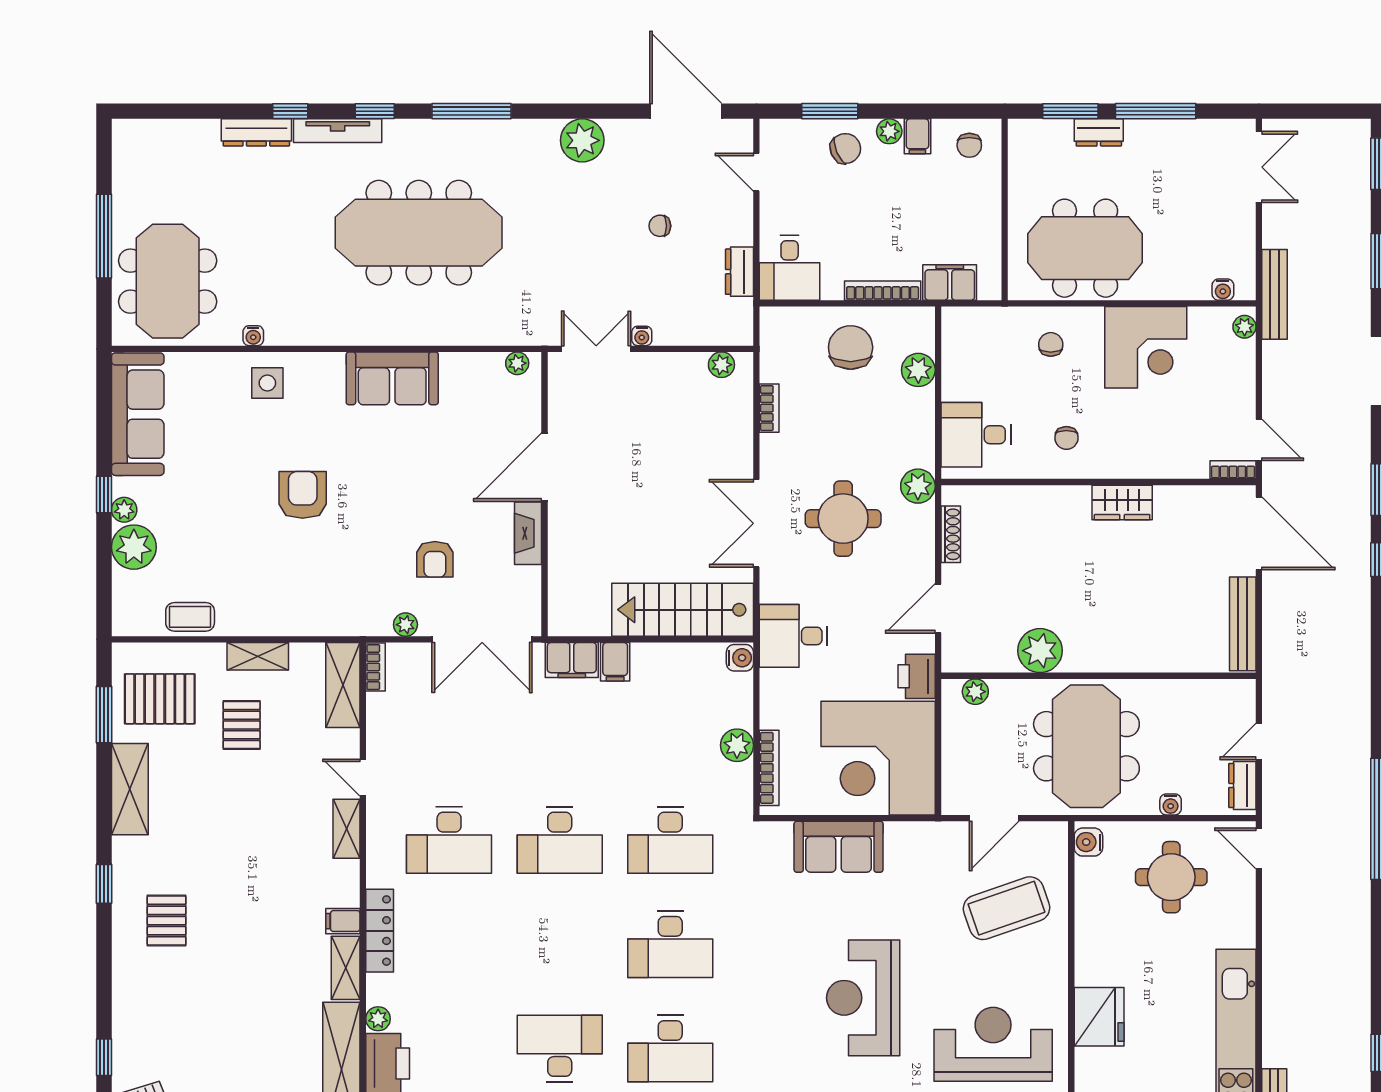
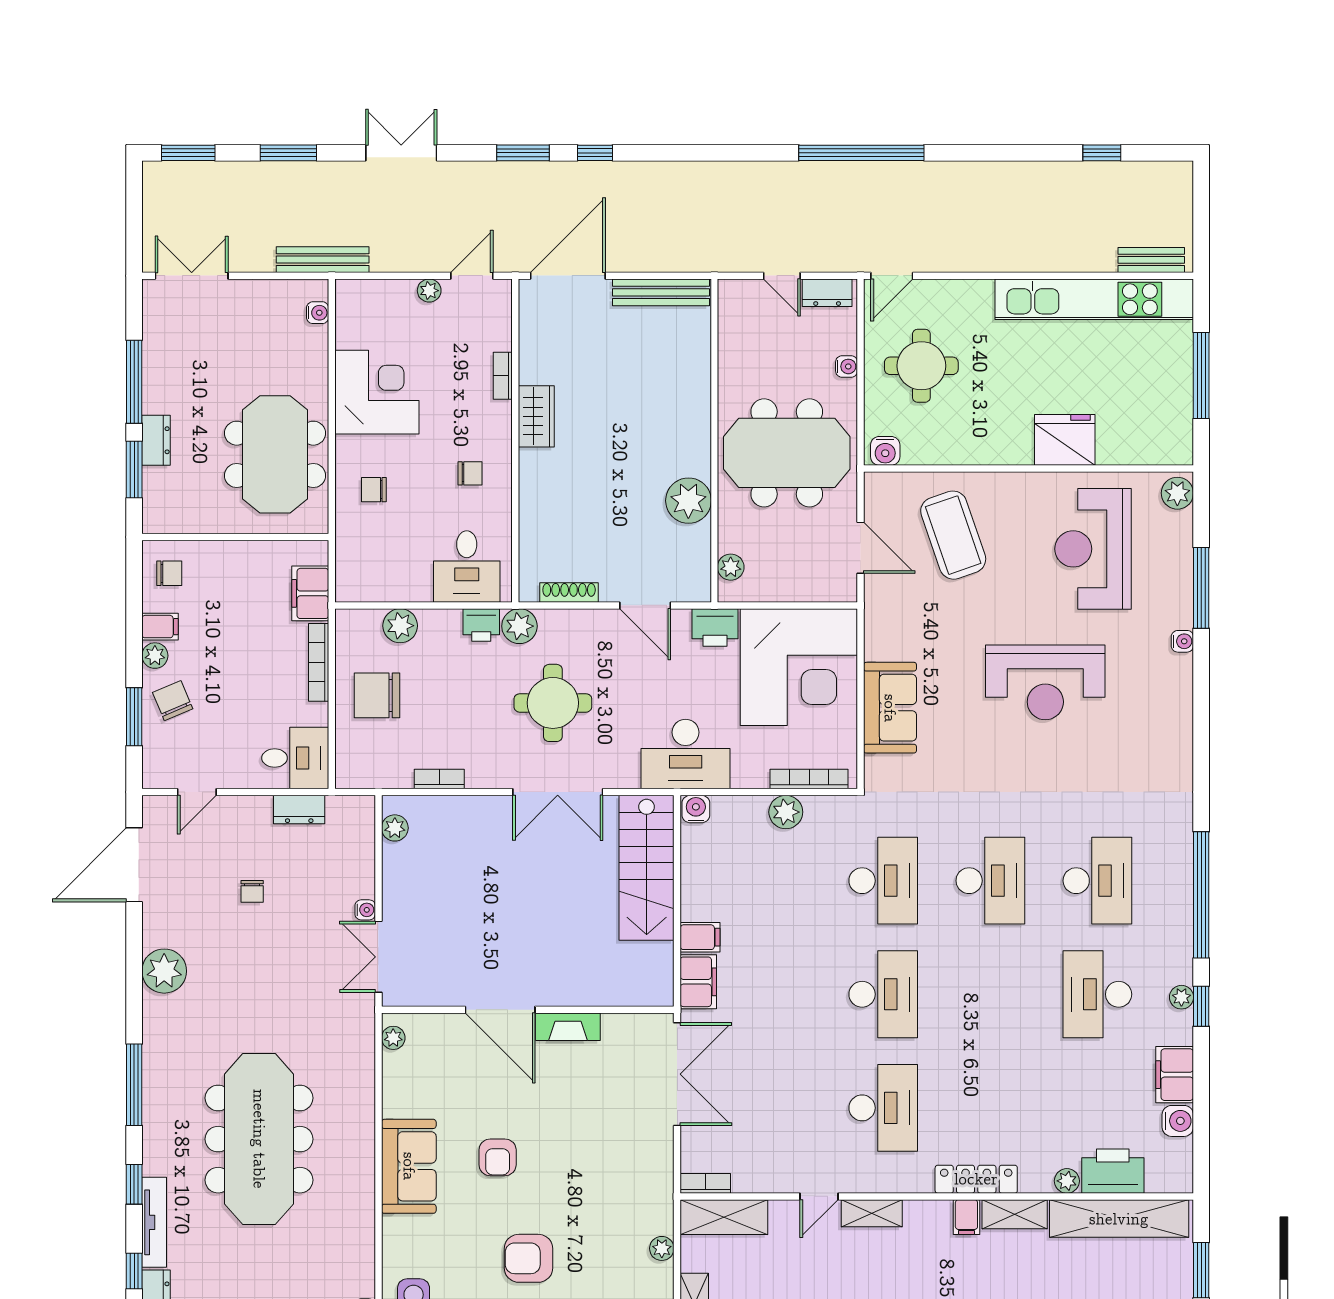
plant: (1245, 327) -> (429, 291), moved
printer: (919, 449) -> (481, 625), added
bookcase: (1233, 470) -> (503, 376), moved
armchair: (435, 559) -> (498, 1157), moved, turned 90
plant: (405, 625) -> (662, 1248), moved
desk: (793, 636) -> (686, 754), width x1.37

